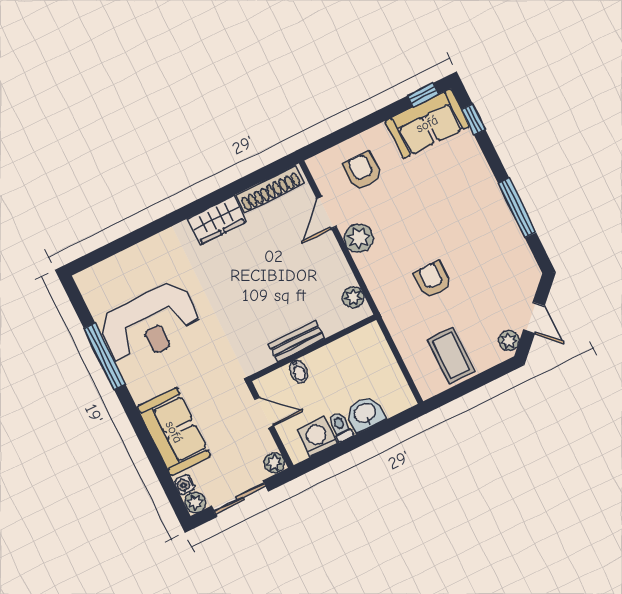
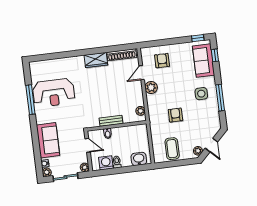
sofa: (427, 124) -> (204, 61), moved, turned 90
side table: (473, 213) -> (201, 94), added
washbasin: (365, 414) -> (139, 159), moved

